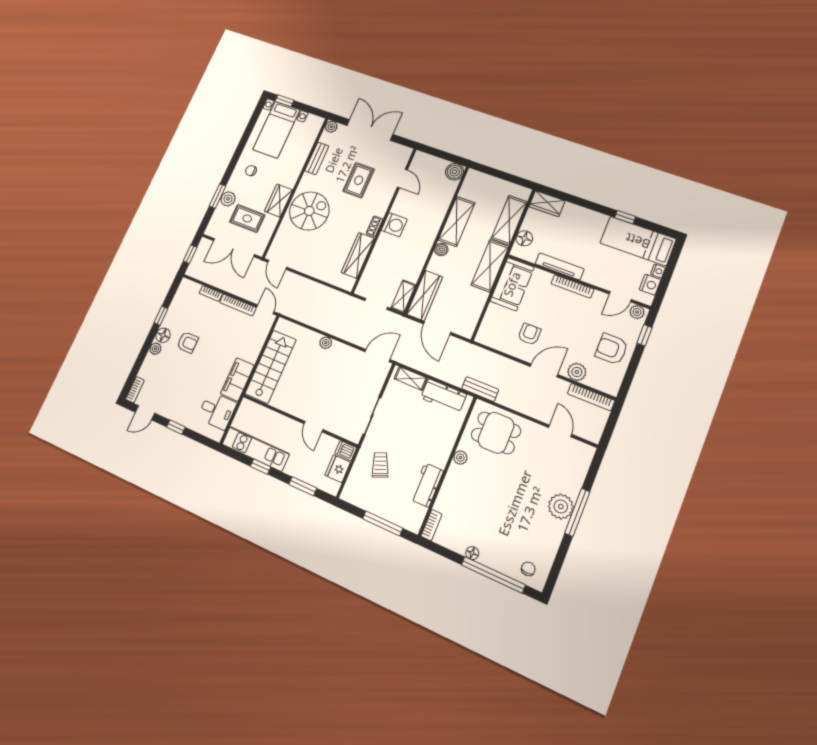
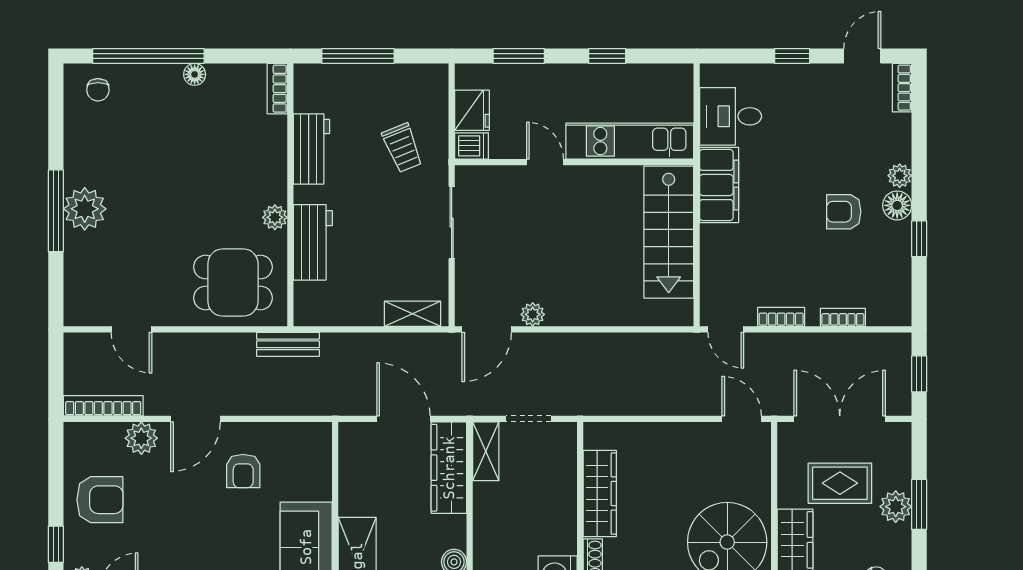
bookcase: (238, 305) -> (781, 317), width x0.64
plant: (326, 343) -> (533, 314), moved
workbench: (443, 396) -> (313, 242), moved, turned 90
kitchen unit: (256, 449) -> (630, 141), moved, turned 180

